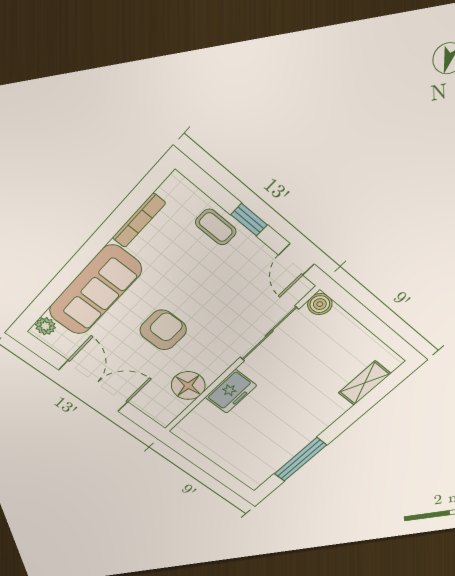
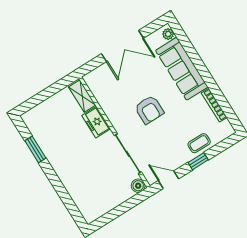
armchair: (163, 330) -> (149, 110), moved
shelving: (365, 383) -> (82, 96), moved
floor lamp: (188, 386) -> (107, 99), removed
window: (300, 459) -> (35, 149), width x0.69

